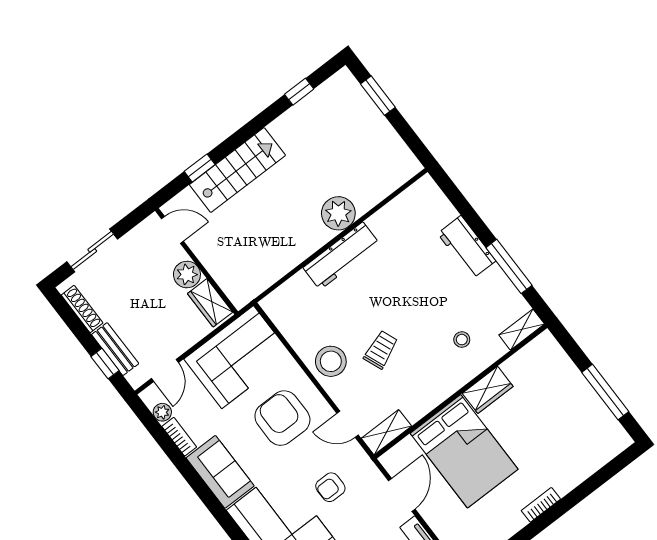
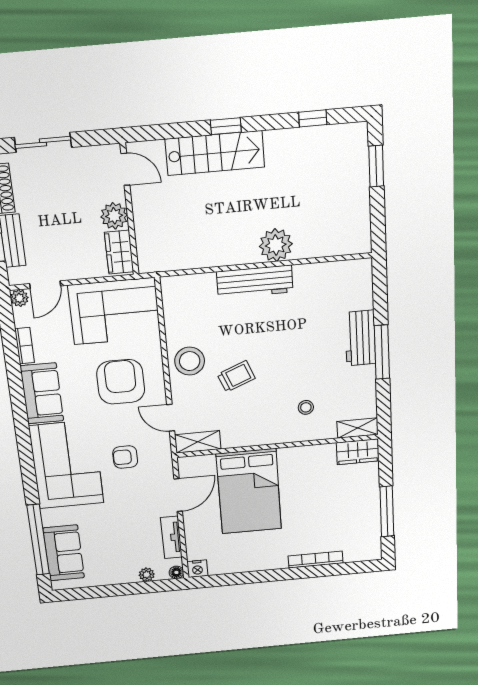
window: (200, 168) -> (226, 126), moved
window: (509, 266) -> (382, 352), moved
wardrobe: (488, 390) -> (358, 452), moved
plant: (162, 412) -> (19, 298), moved
bookcase: (541, 505) -> (316, 560), moved, width x1.56

